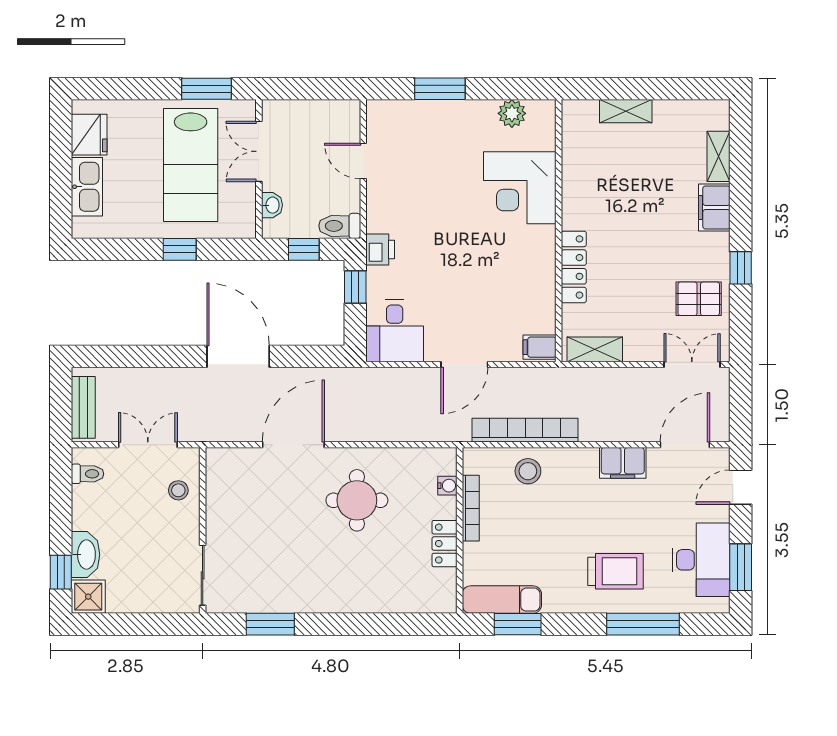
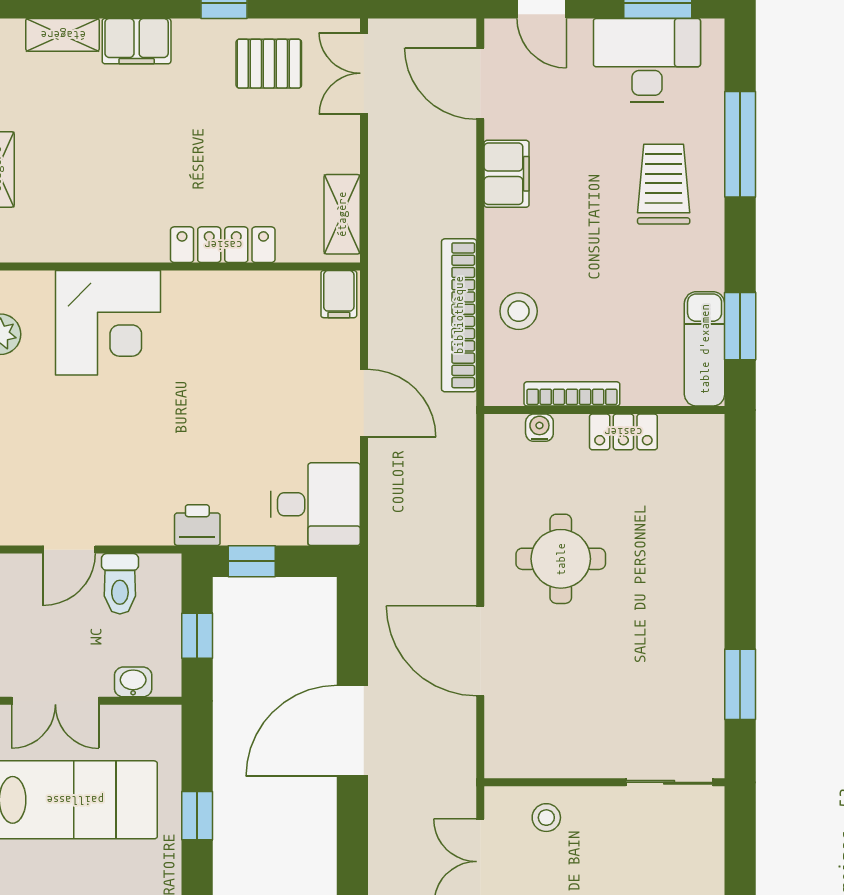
toilet: (340, 226) -> (120, 584), moved
pallet: (699, 299) -> (269, 64), turned 90

